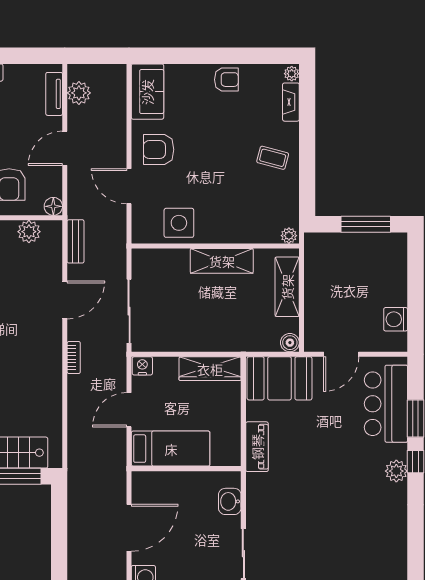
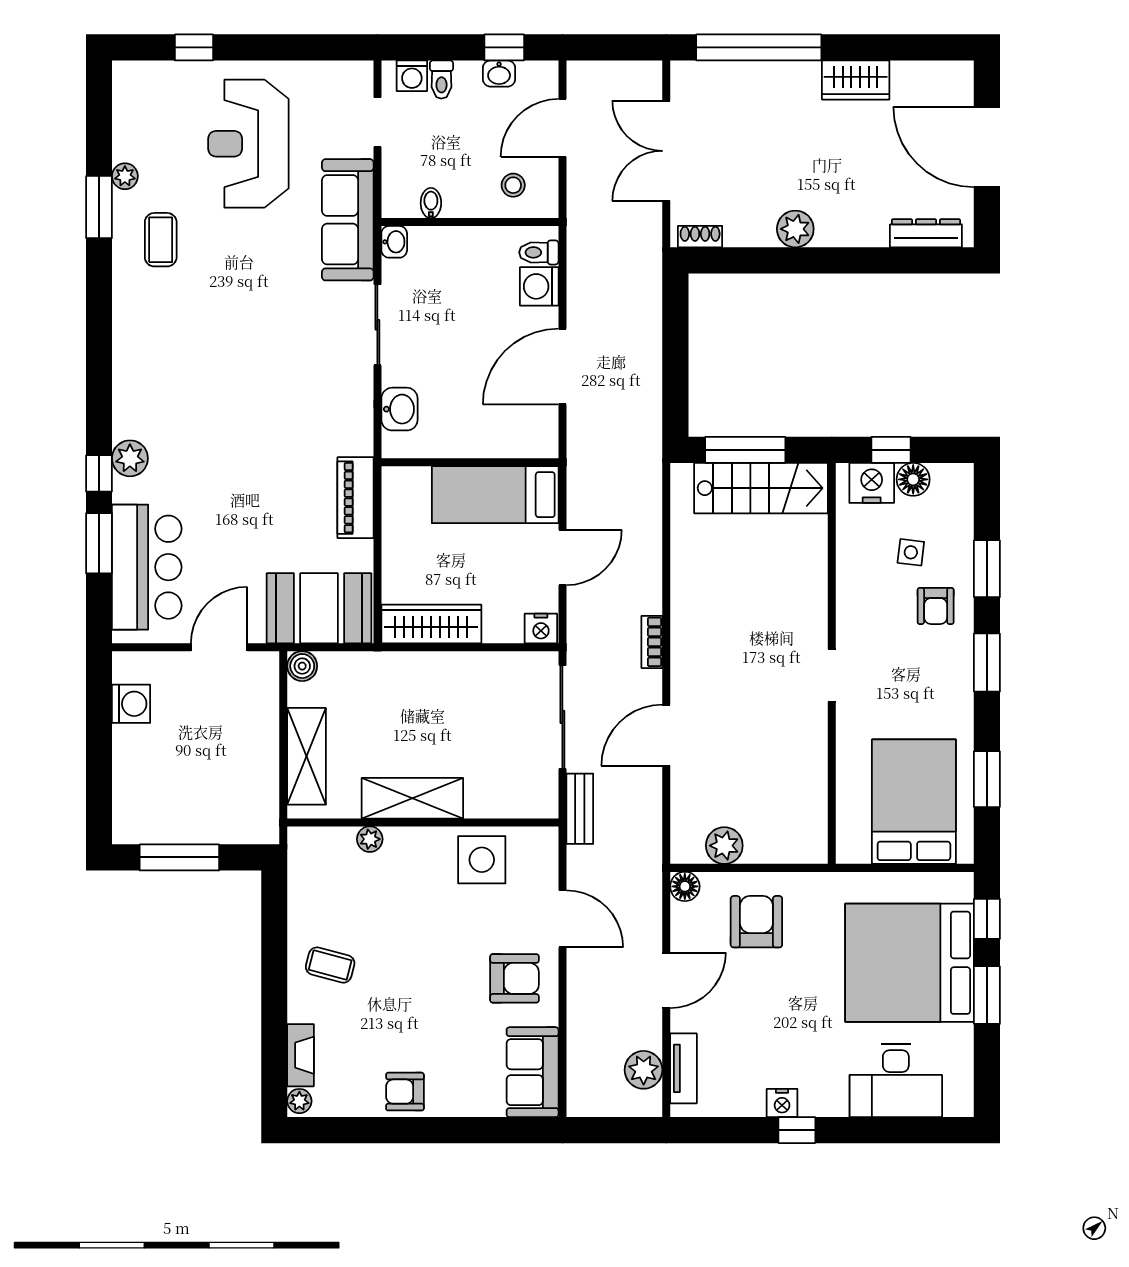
plant: (289, 236) -> (370, 839), moved
bench: (76, 241) -> (580, 809), moved

